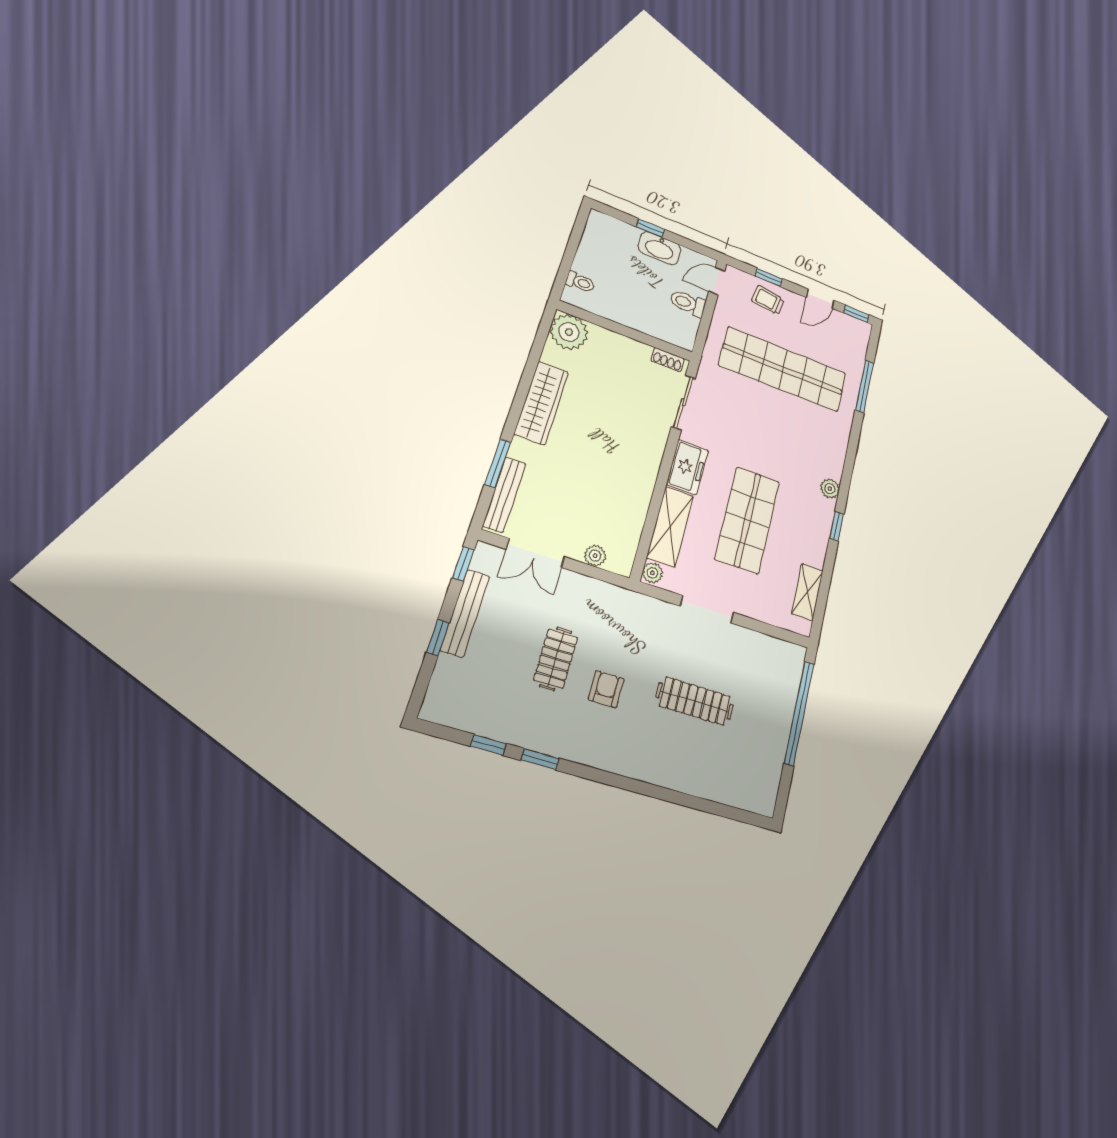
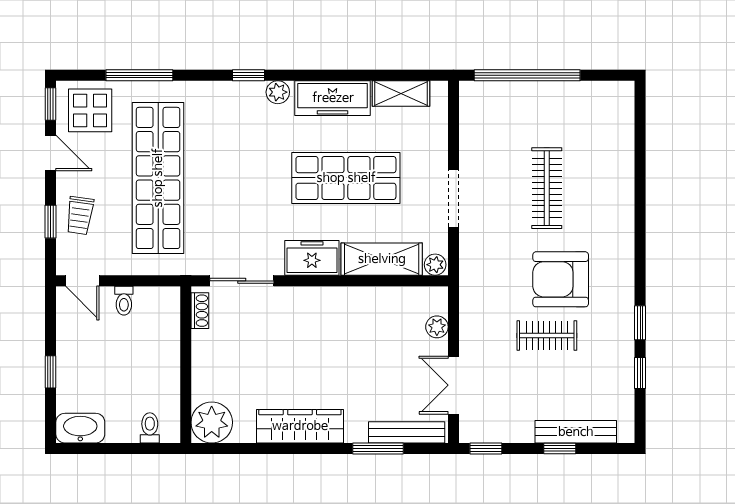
washbasin: (660, 248) -> (80, 428), moved, turned -90
toilet: (688, 303) -> (124, 301), width x0.73, depth x0.72
display table: (846, 340) -> (90, 110), added
window: (837, 526) -> (249, 75), moved
freezer: (816, 532) -> (333, 98), added
double door: (536, 553) -> (453, 385), swing flipped
bench: (465, 613) -> (576, 432), moved
armchair: (606, 689) -> (561, 279), width x1.88, depth x1.88

